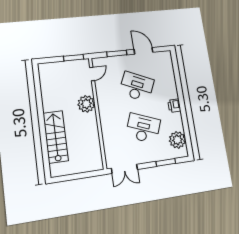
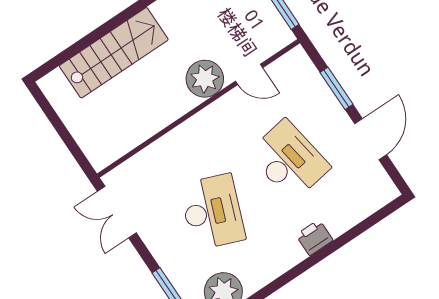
door: (92, 74) -> (249, 74), moved
desk: (137, 87) -> (289, 160), turned -33
printer: (174, 106) -> (314, 238), moved

